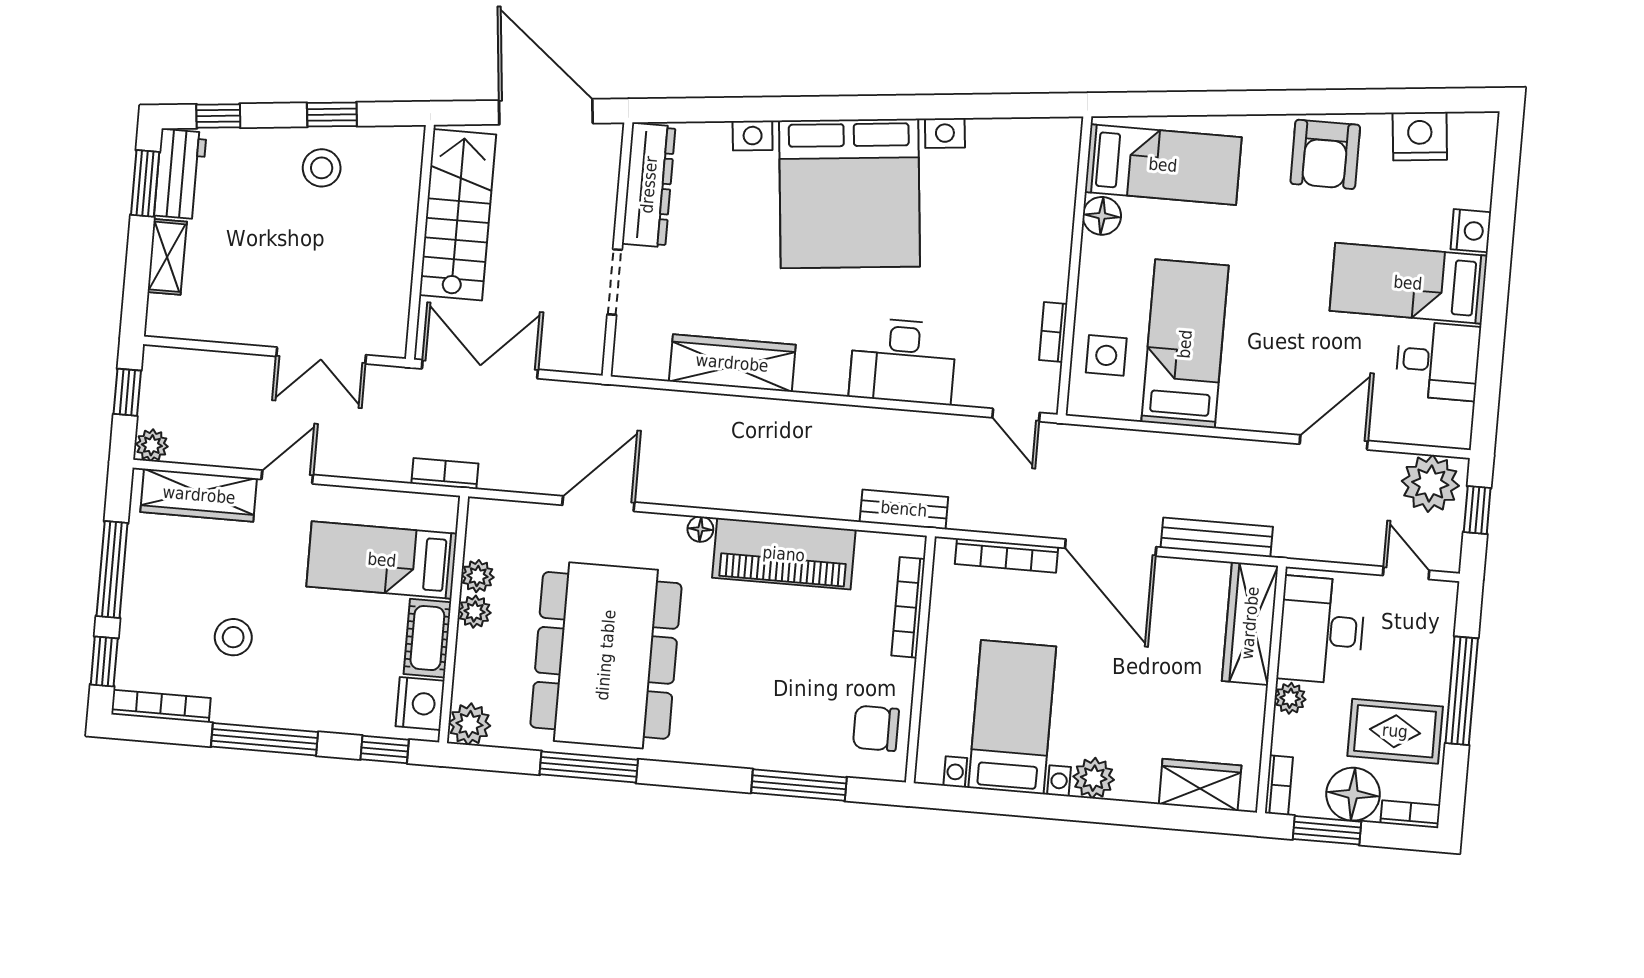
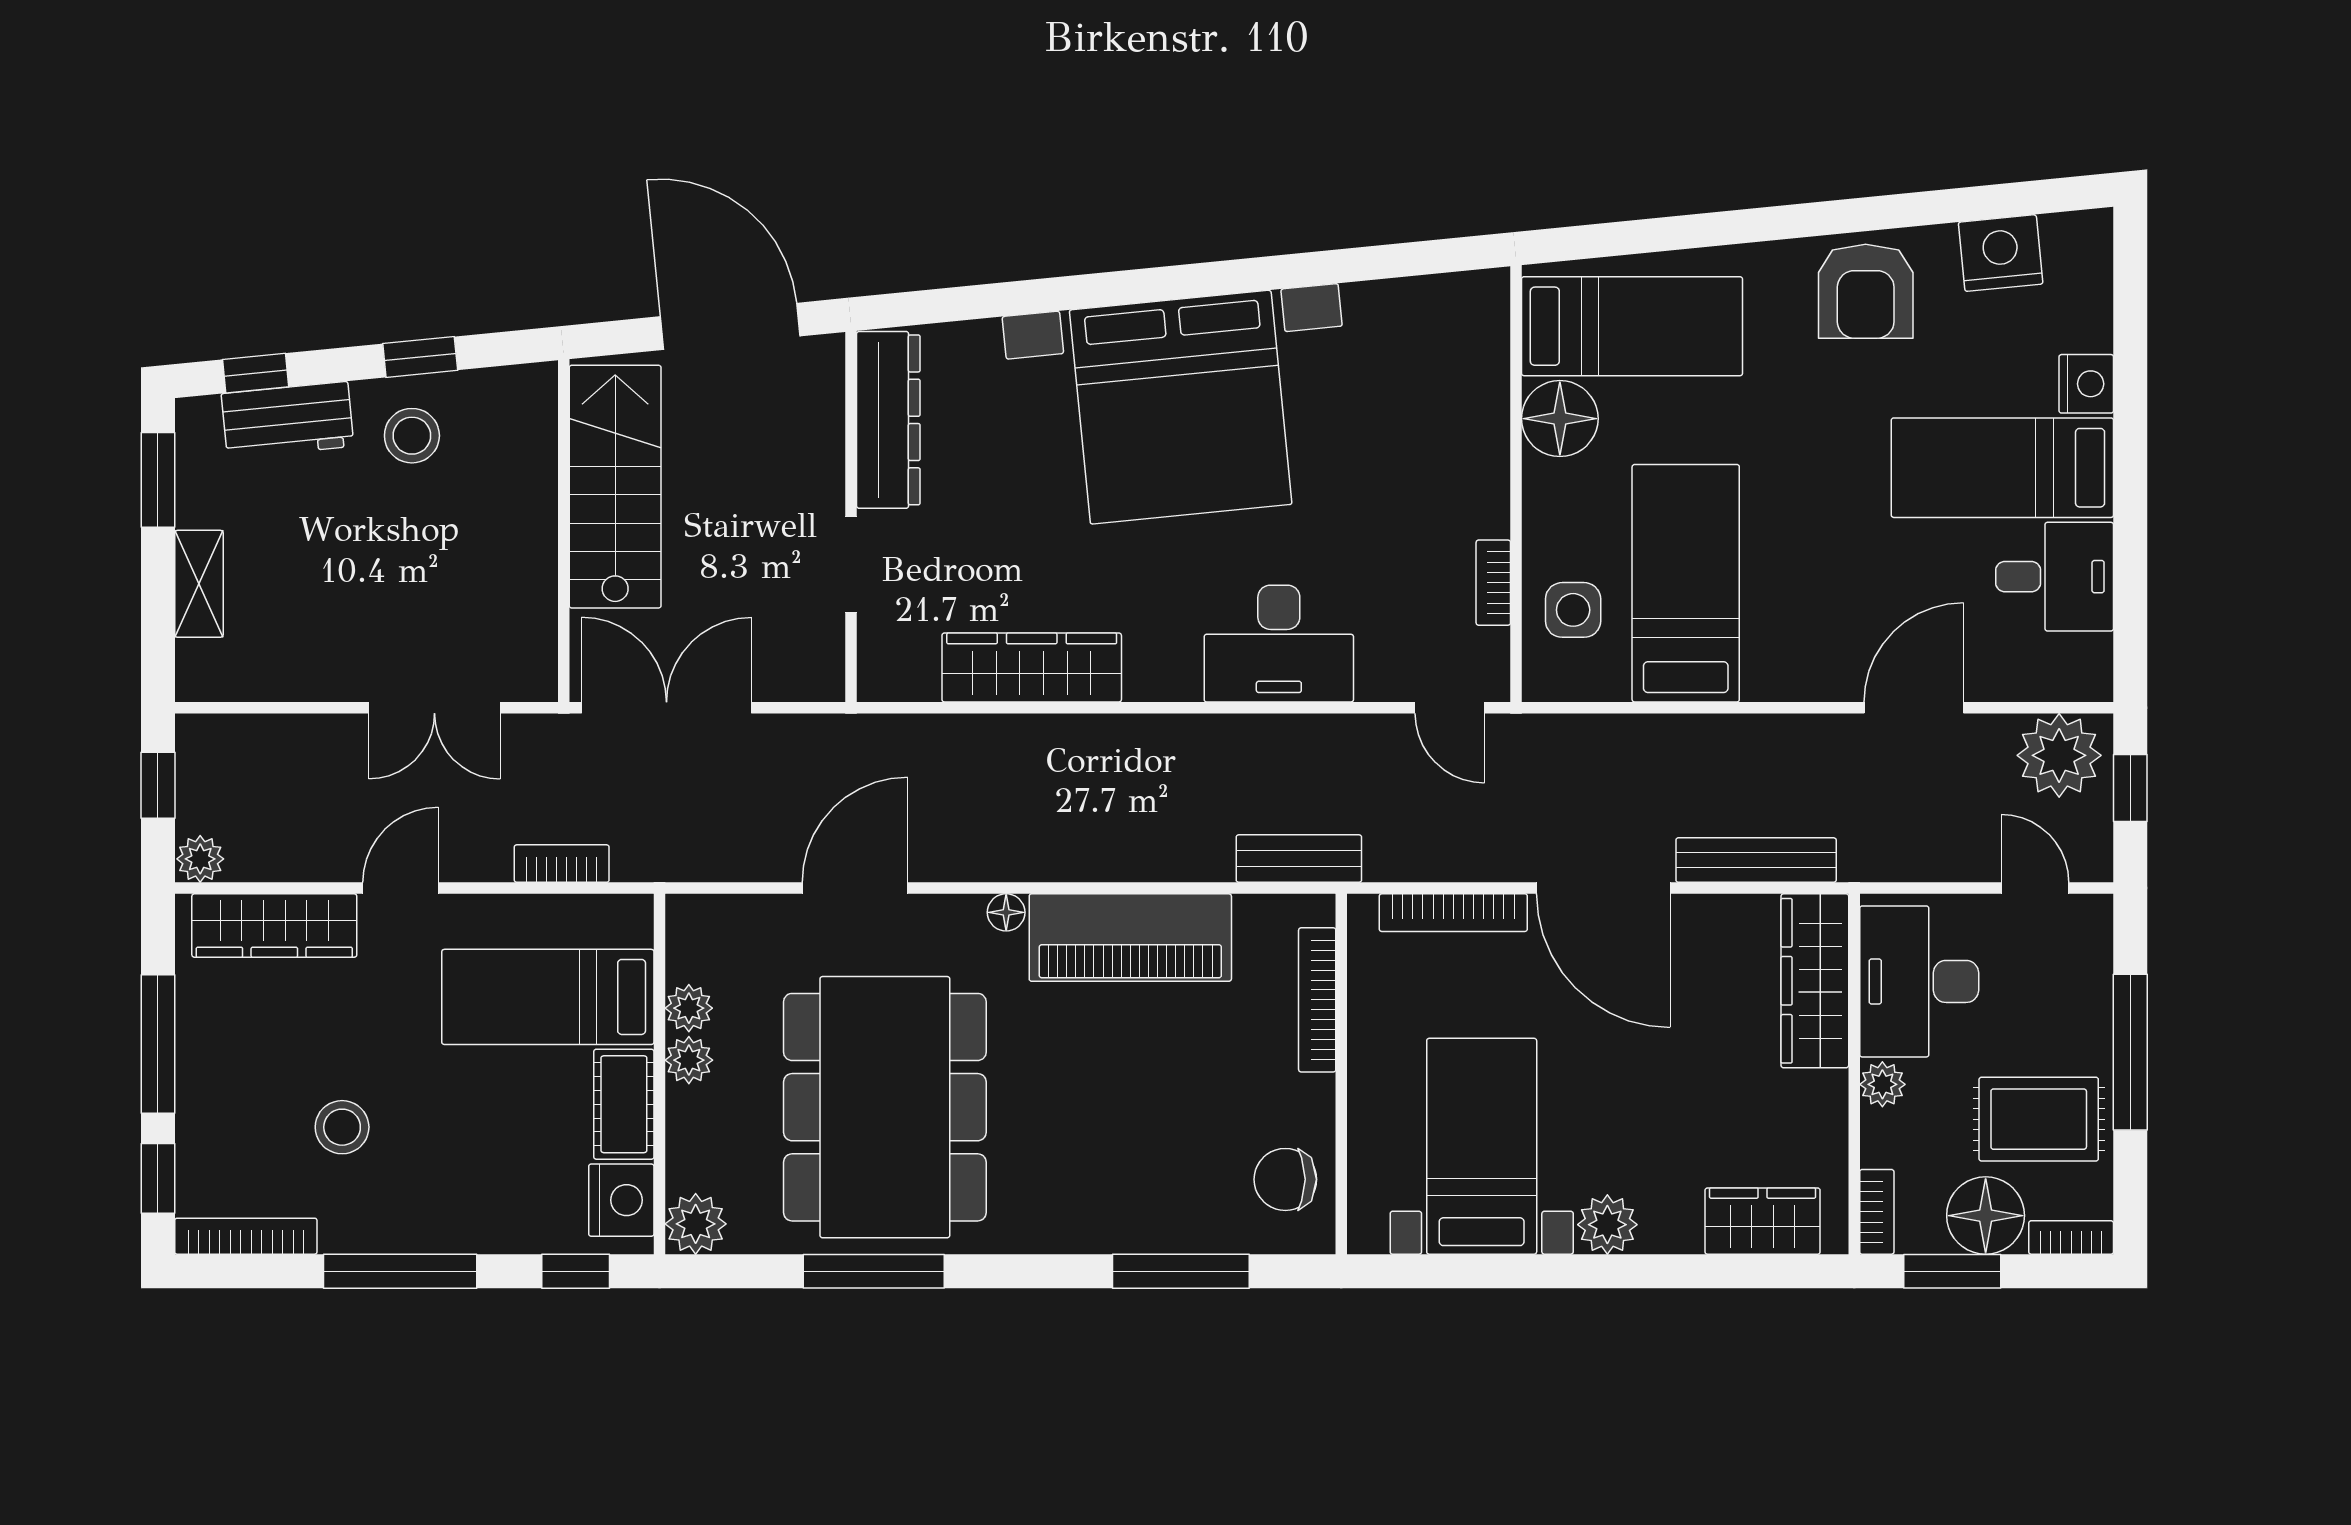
workbench: (180, 174) -> (288, 420), moved, turned 84
floor lamp: (1102, 216) -> (1560, 419), width x1.38, depth x1.38
bookcase: (445, 474) -> (562, 864), moved

